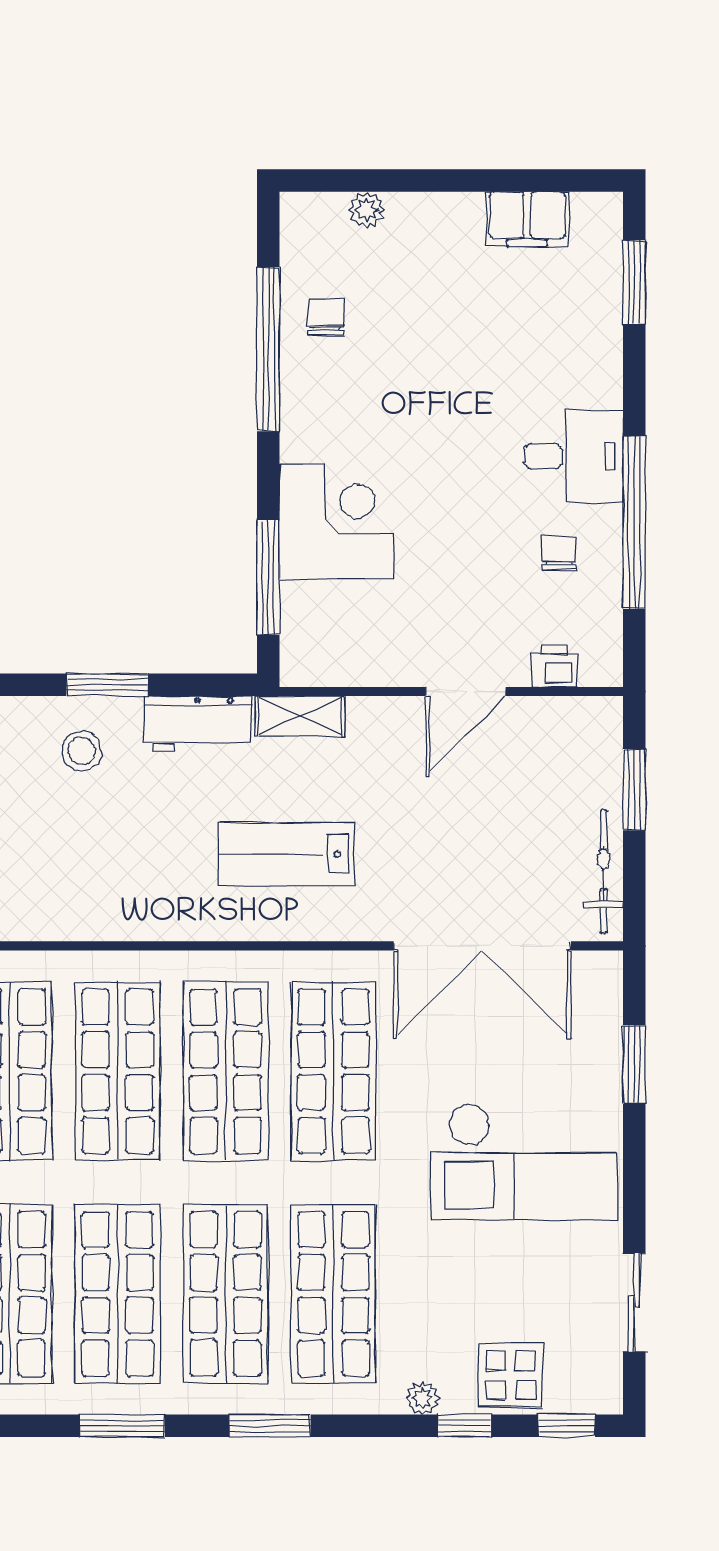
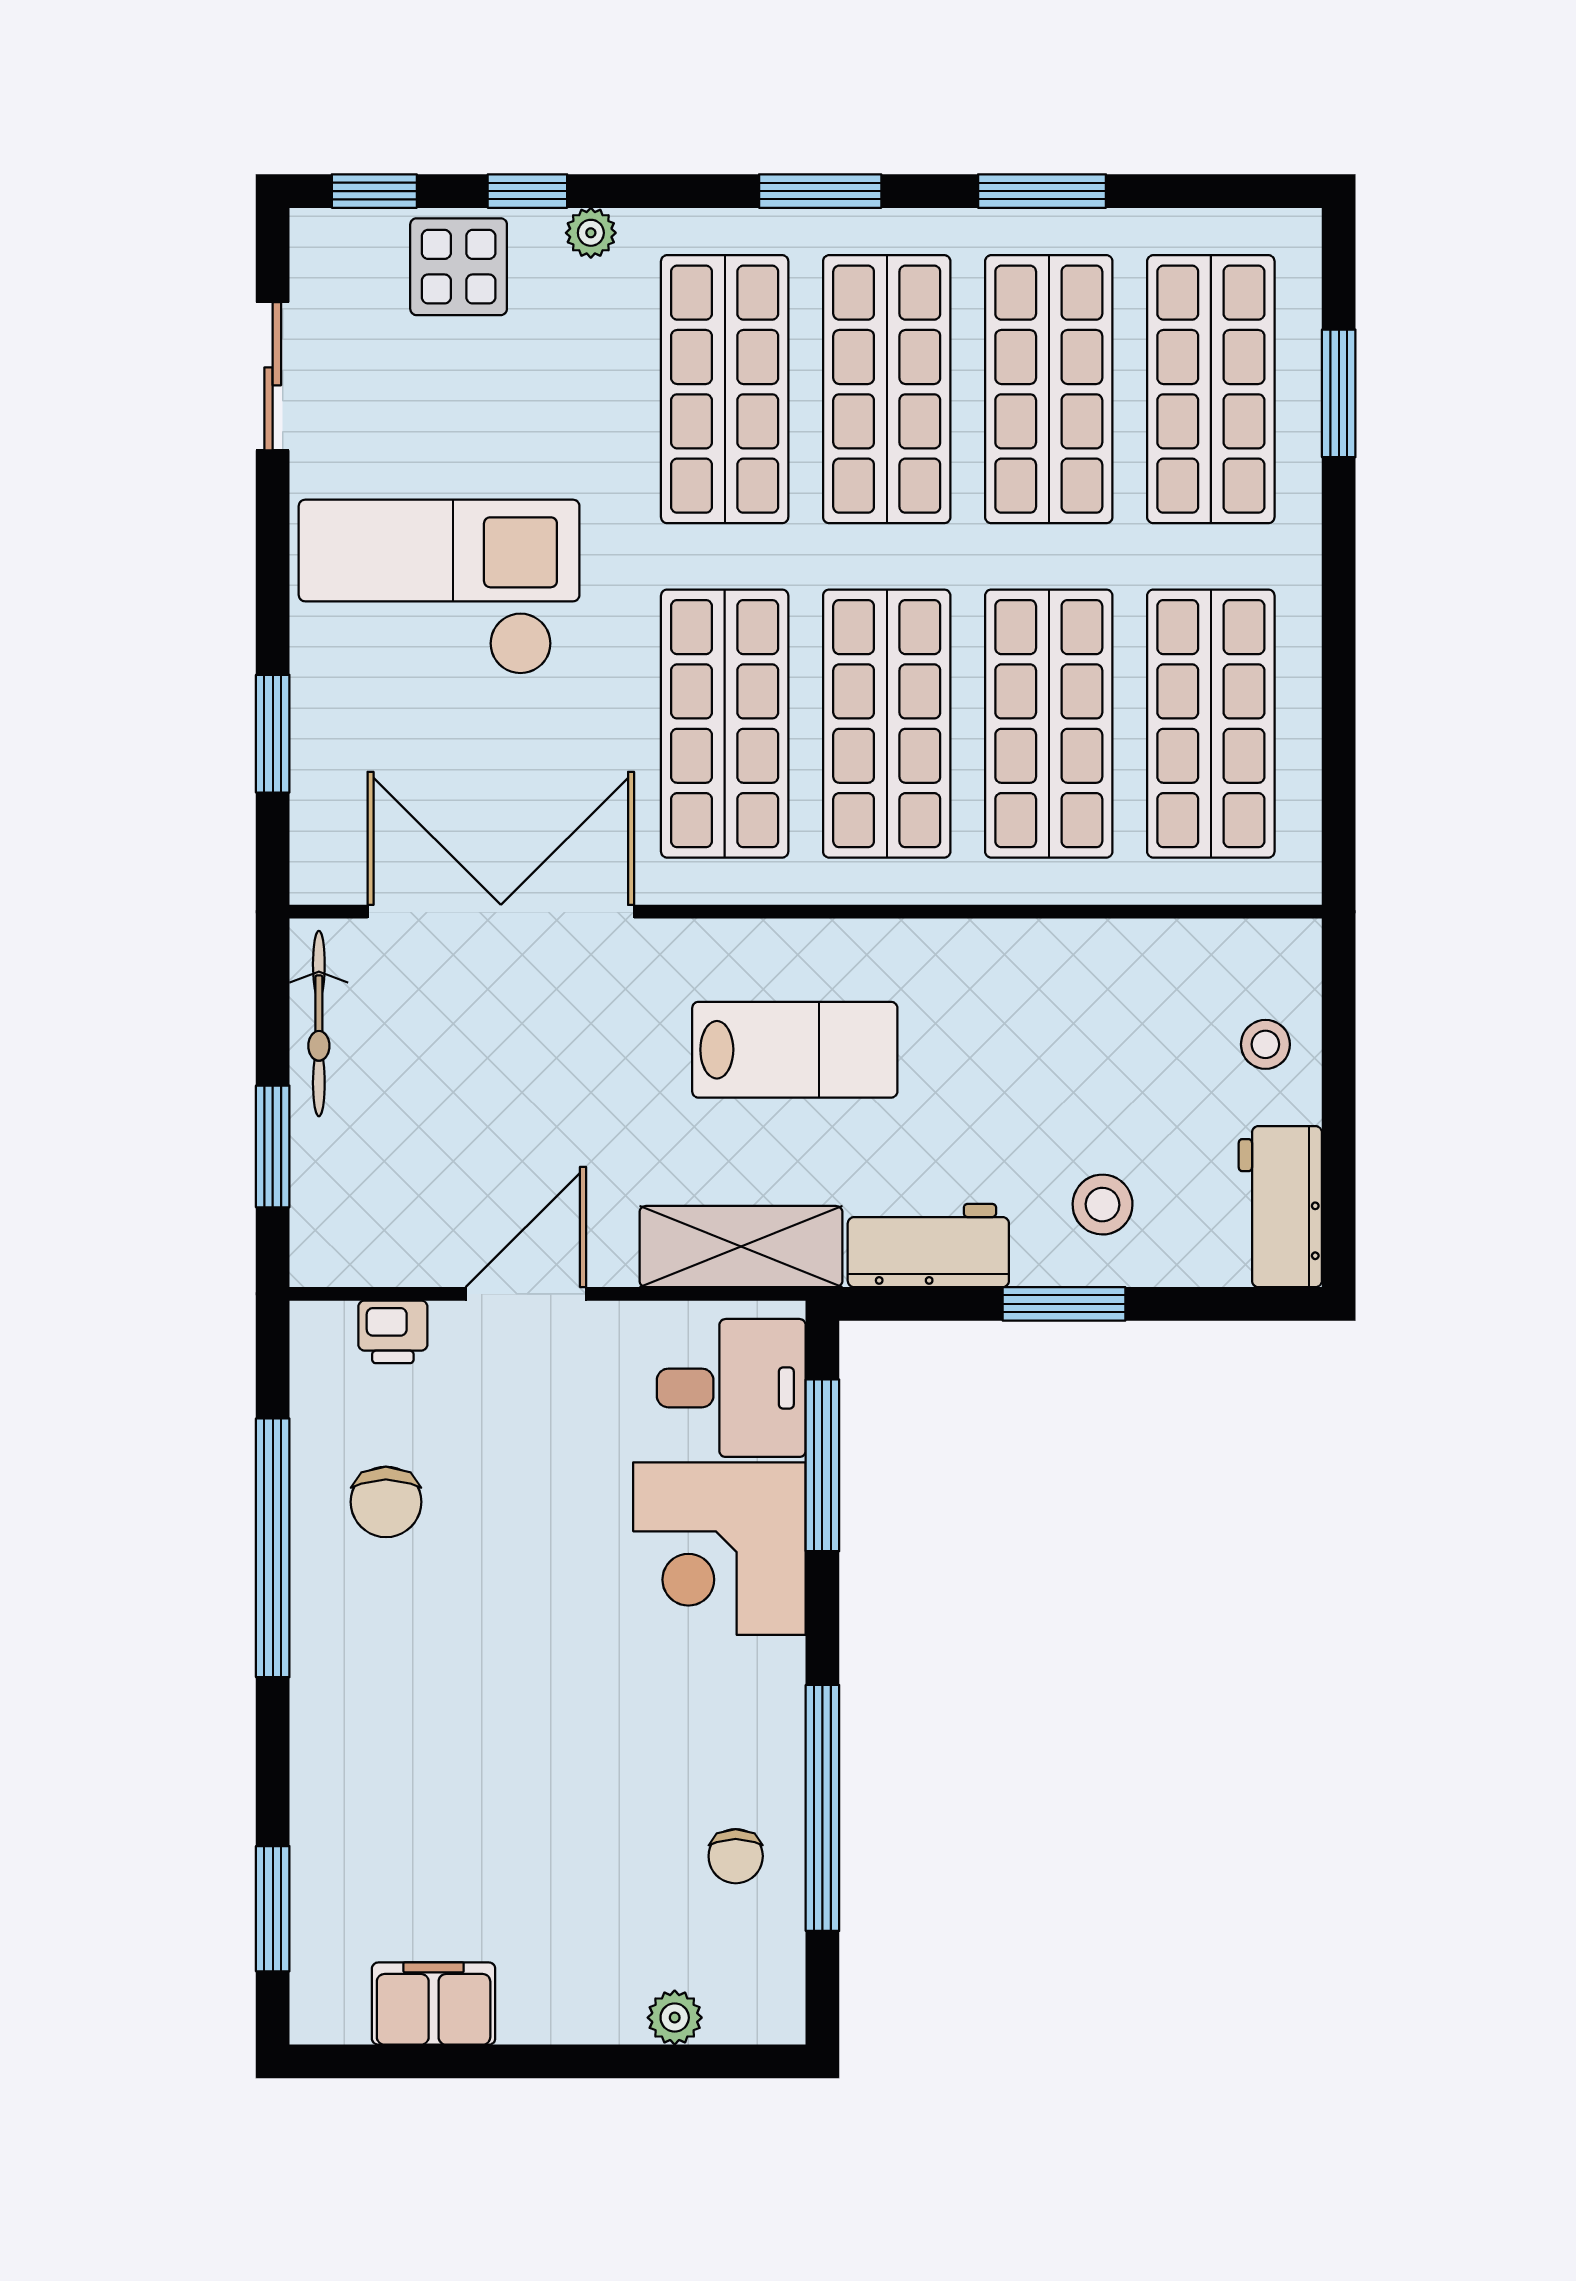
desk: (574, 456) -> (731, 1388), moved, turned 180
chair: (559, 553) -> (386, 1502), width x1.37, depth x1.37
shelving: (300, 716) -> (741, 1247), width x1.50, depth x1.33

